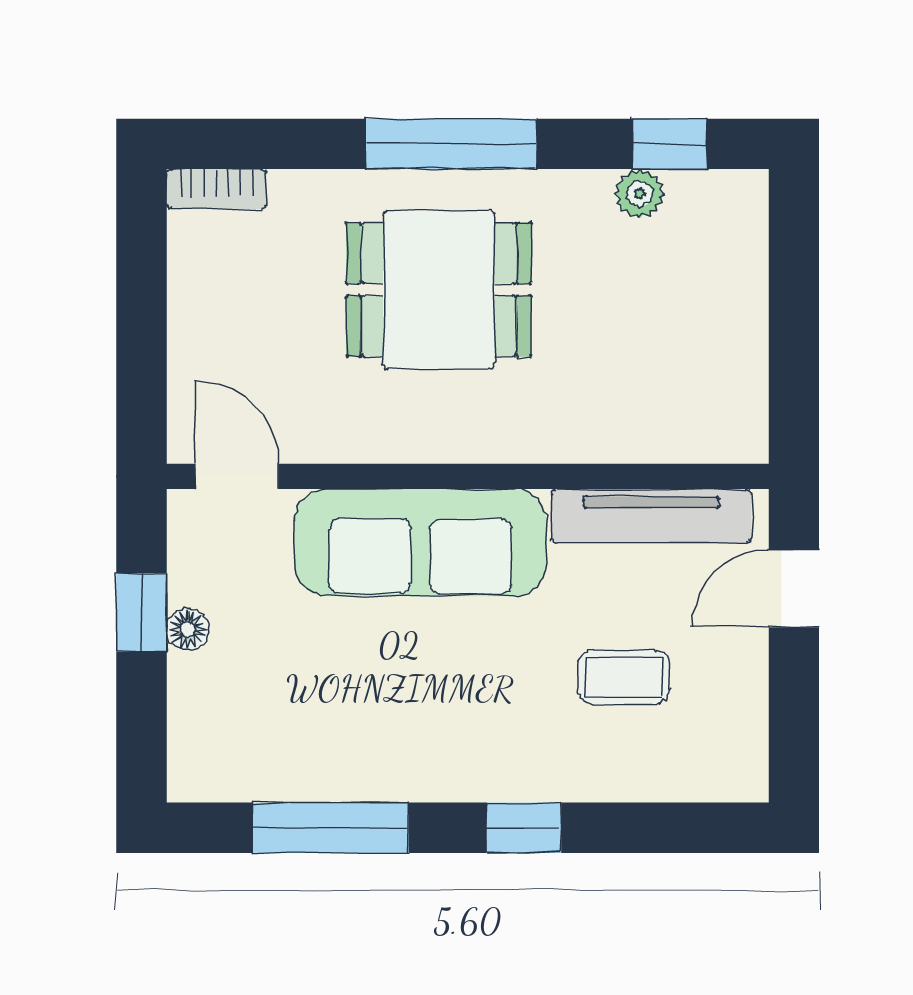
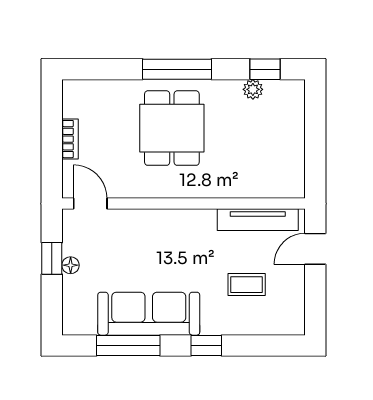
bookcase: (216, 189) -> (70, 139), moved, turned -90
dining table: (439, 290) -> (172, 128), turned 90
sofa: (420, 542) -> (149, 314), moved, turned 180

